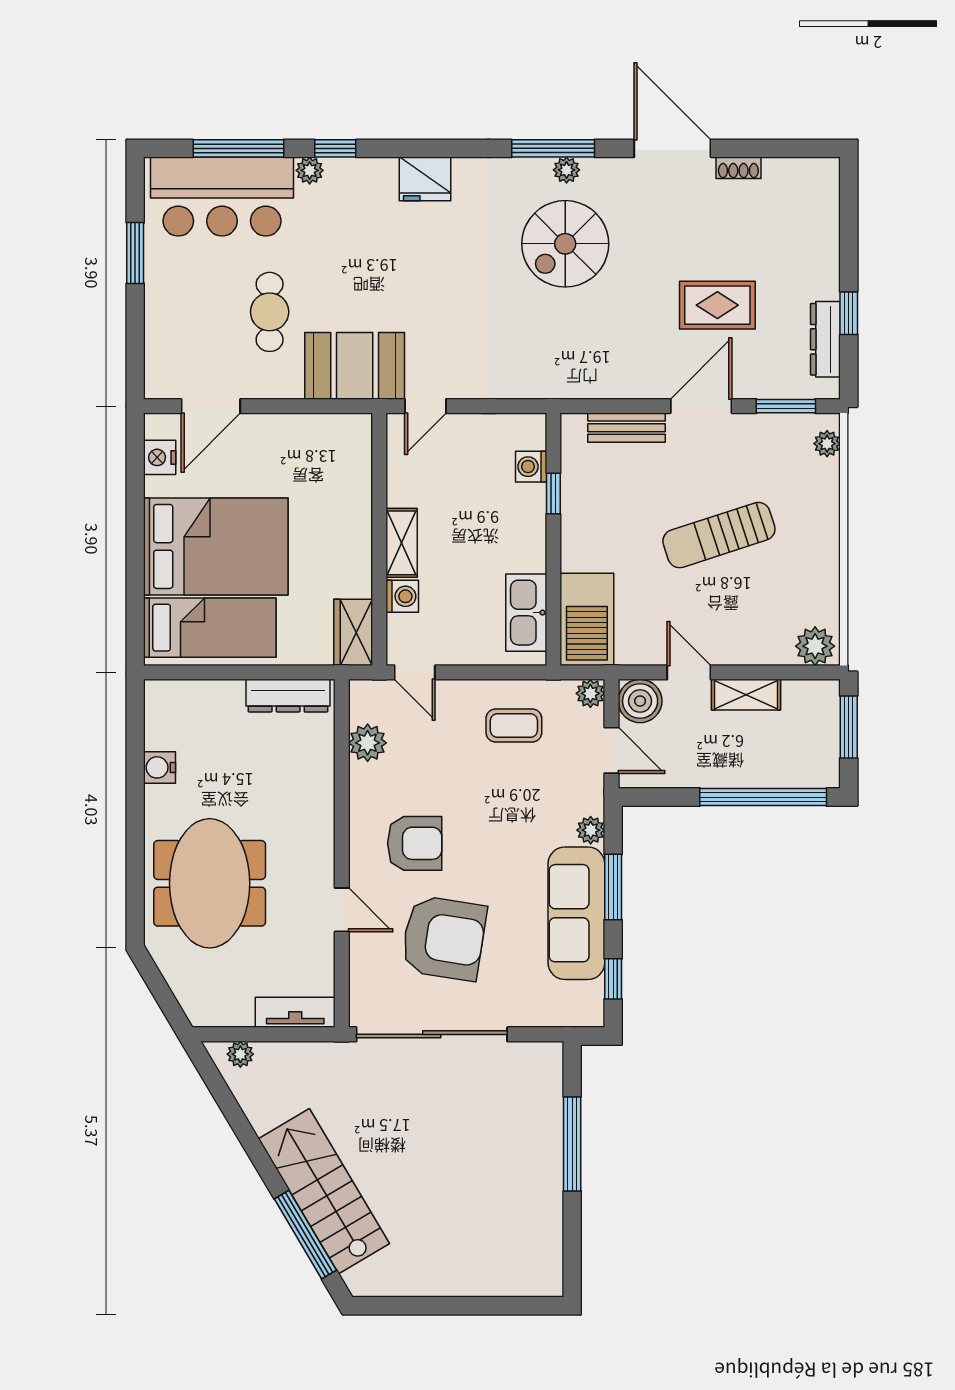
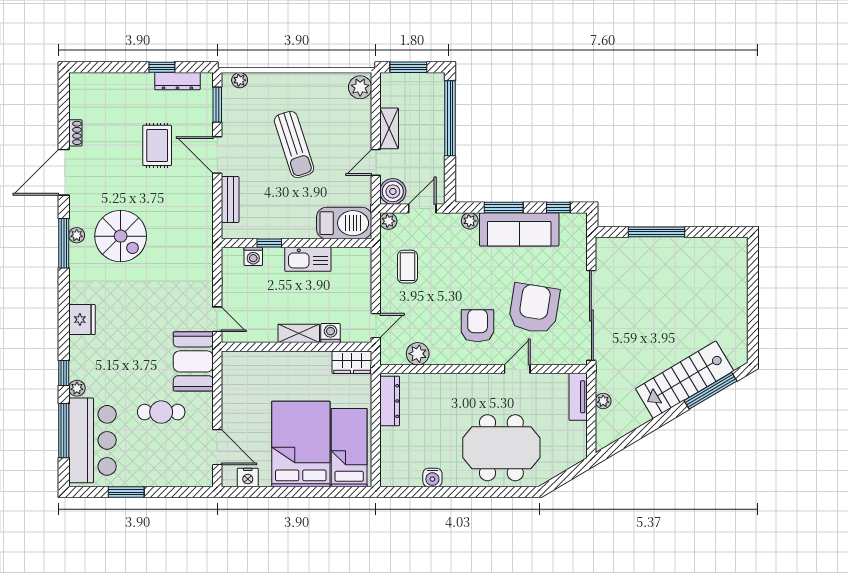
kitchen sink: (526, 613) -> (308, 259), moved
plant: (240, 1054) -> (603, 401), moved

